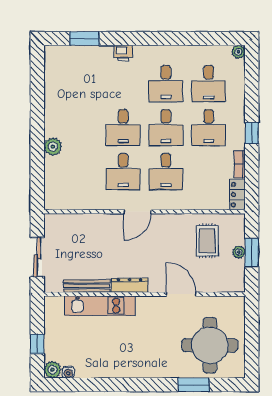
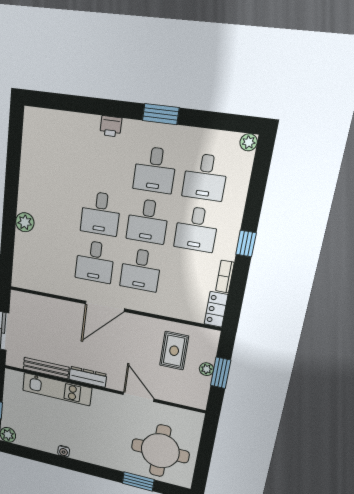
window: (84, 38) -> (161, 114), moved
door: (138, 212) -> (105, 306), width x1.36
water cooler: (68, 372) -> (64, 451), moved

